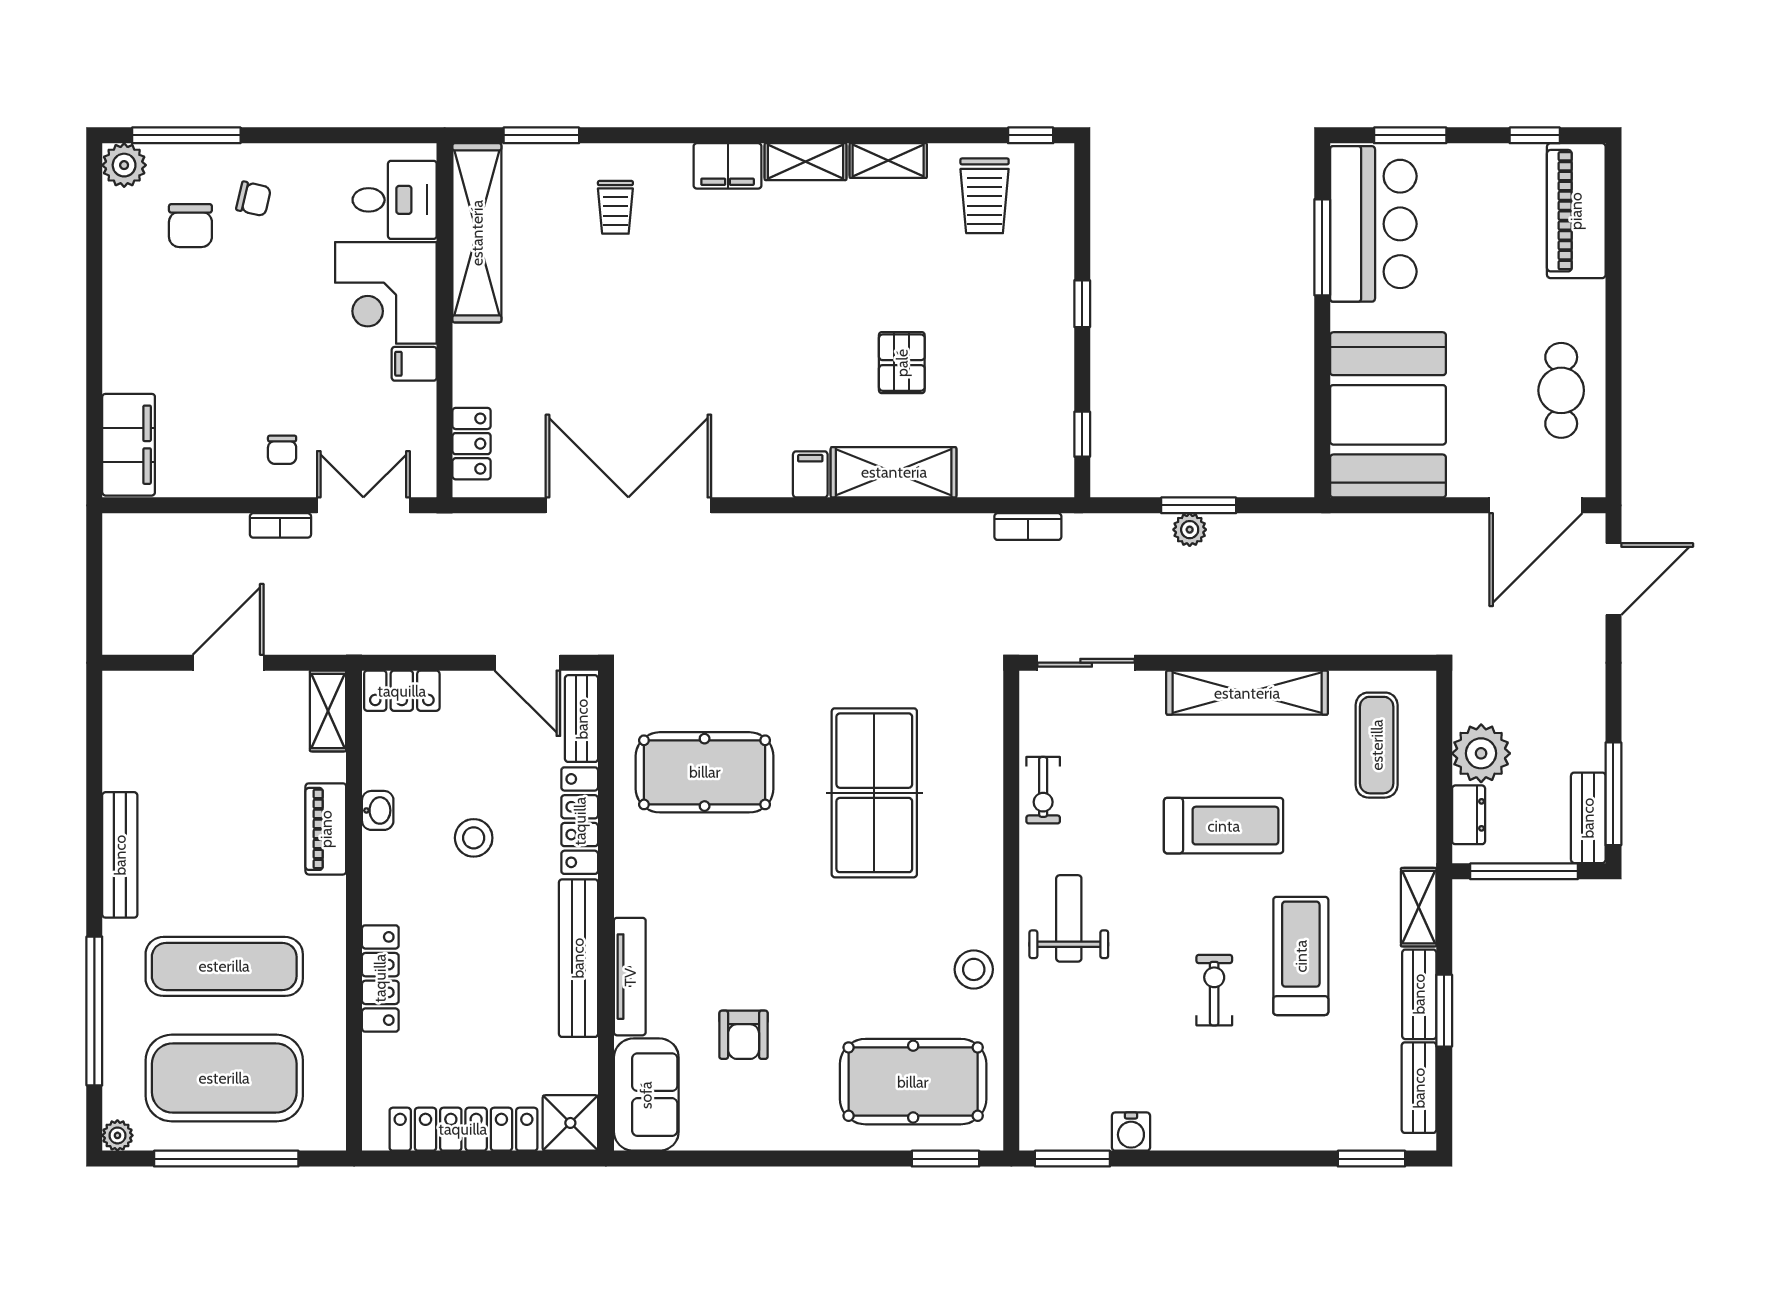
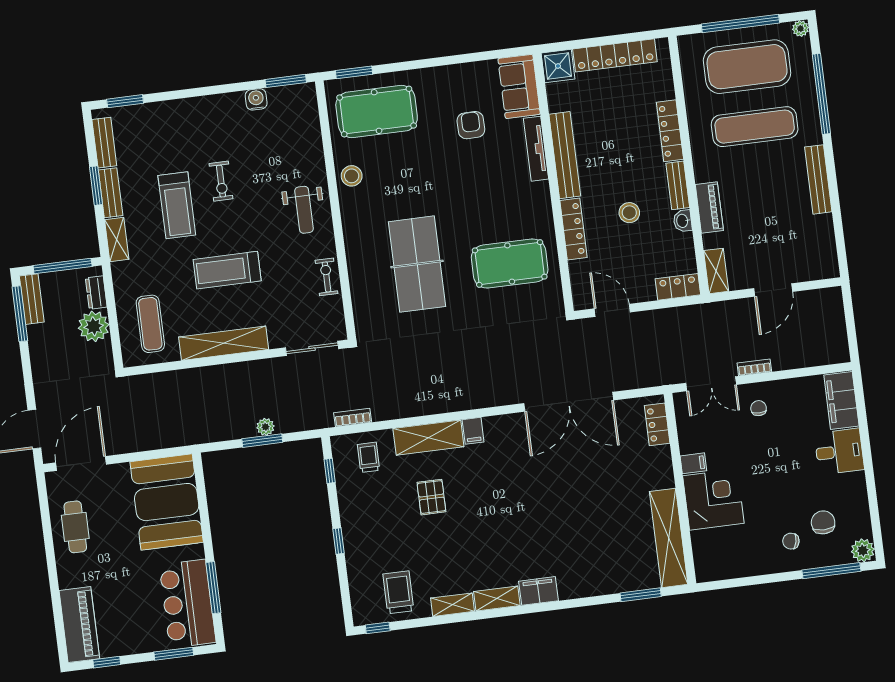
desk: (395, 200) -> (839, 452), moved, turned 180
trolley: (615, 207) -> (368, 457), moved
bench: (582, 719) -> (678, 185), moved

